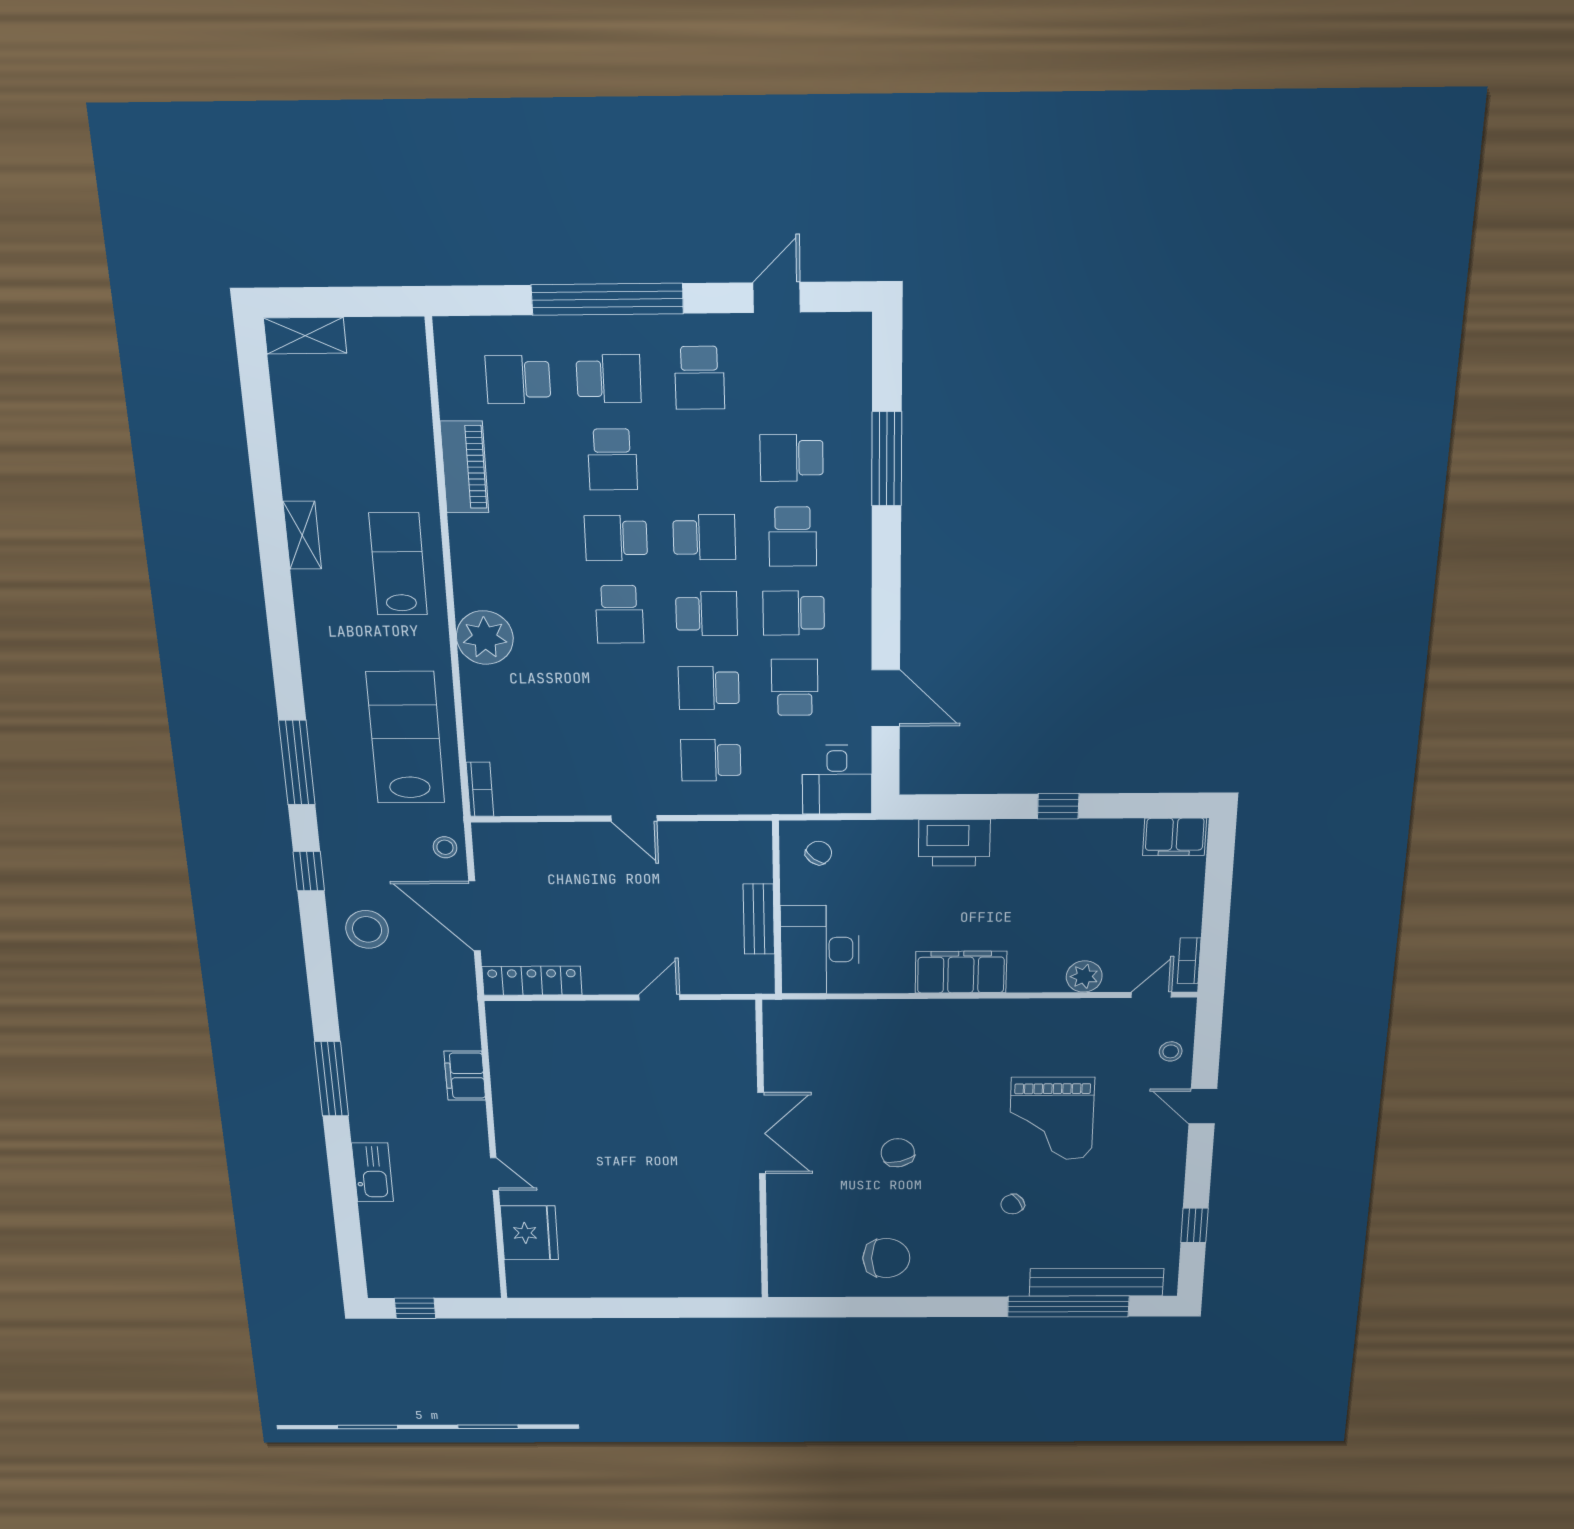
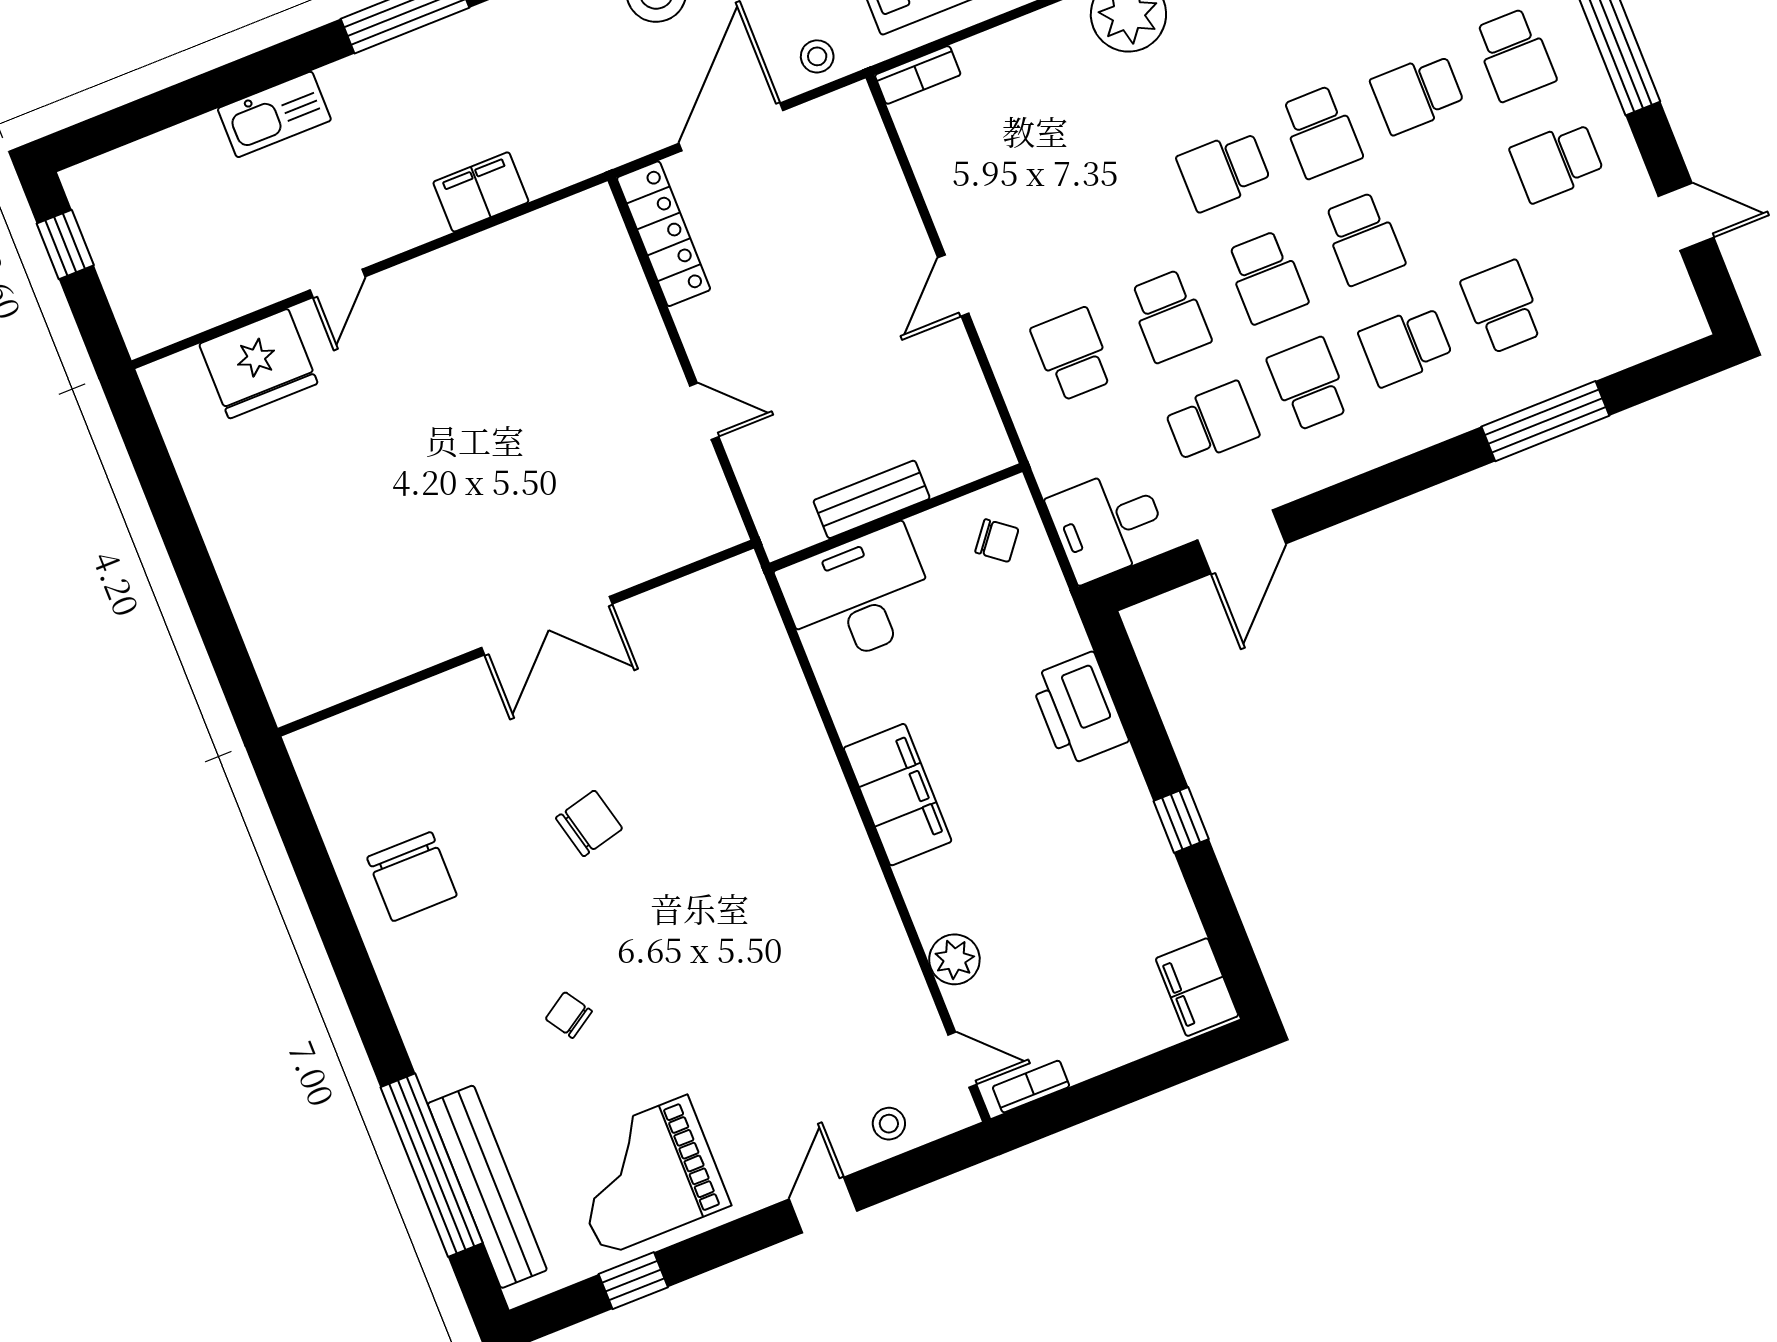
school desk: (616, 538) -> (1321, 132), turned 180
school desk: (709, 688) -> (1169, 316), turned 180
grand piano: (1051, 1119) -> (645, 1176), moved

